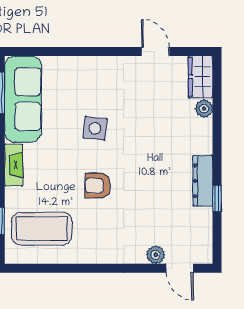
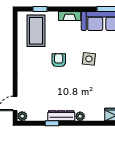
plant: (204, 108) -> (80, 116), moved
plant: (156, 255) -> (22, 116), moved

